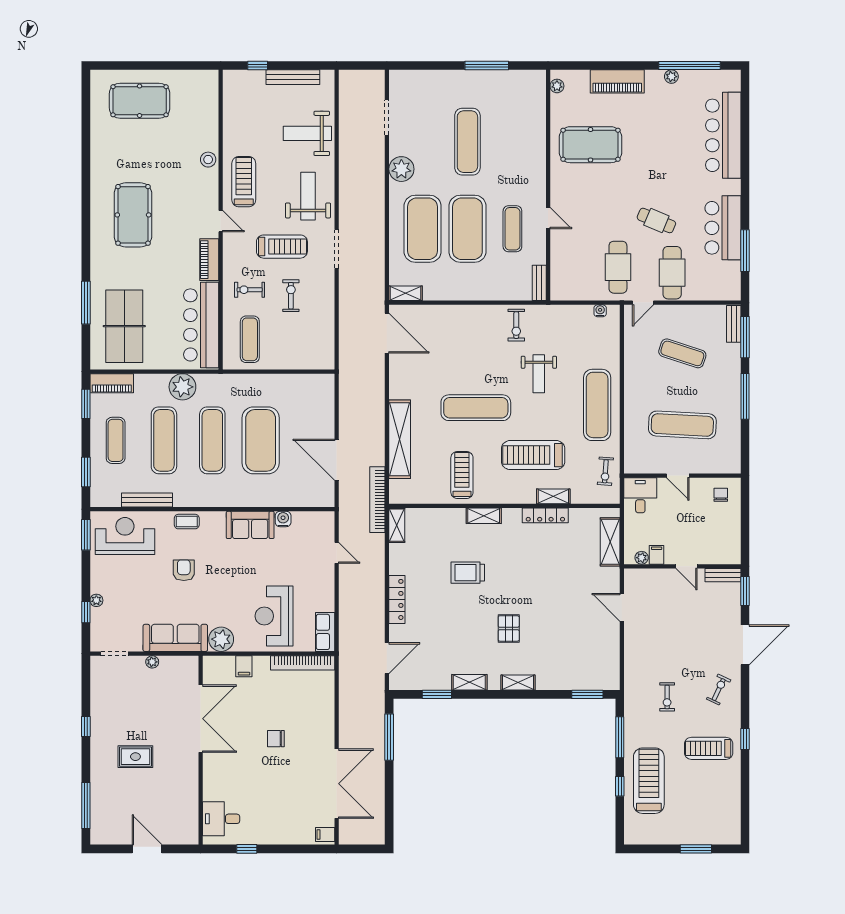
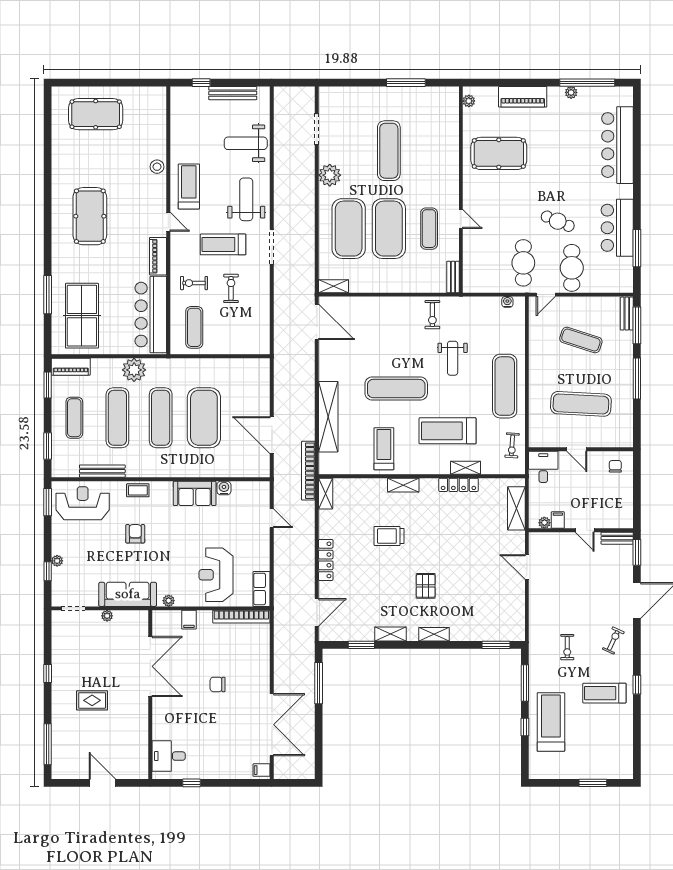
treadmill: (282, 247) -> (223, 244), turned 180
plant: (221, 639) -> (169, 601), width x0.53, depth x0.53

